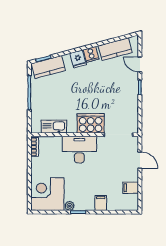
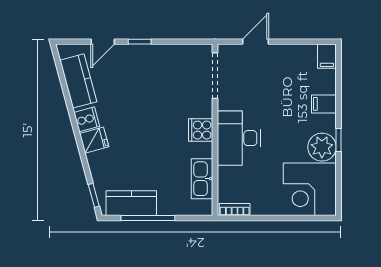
kitchen counter: (48, 67) -> (131, 203), moved, turned -75
cooker: (91, 123) -> (201, 130), width x0.53, depth x0.76
filing cabinet: (131, 188) -> (327, 56), moved
plant: (70, 206) -> (322, 147), width x1.87, depth x1.87

